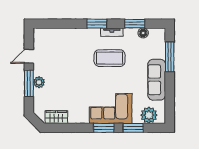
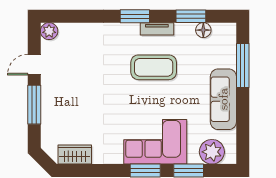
plant: (39, 82) -> (49, 31), moved

